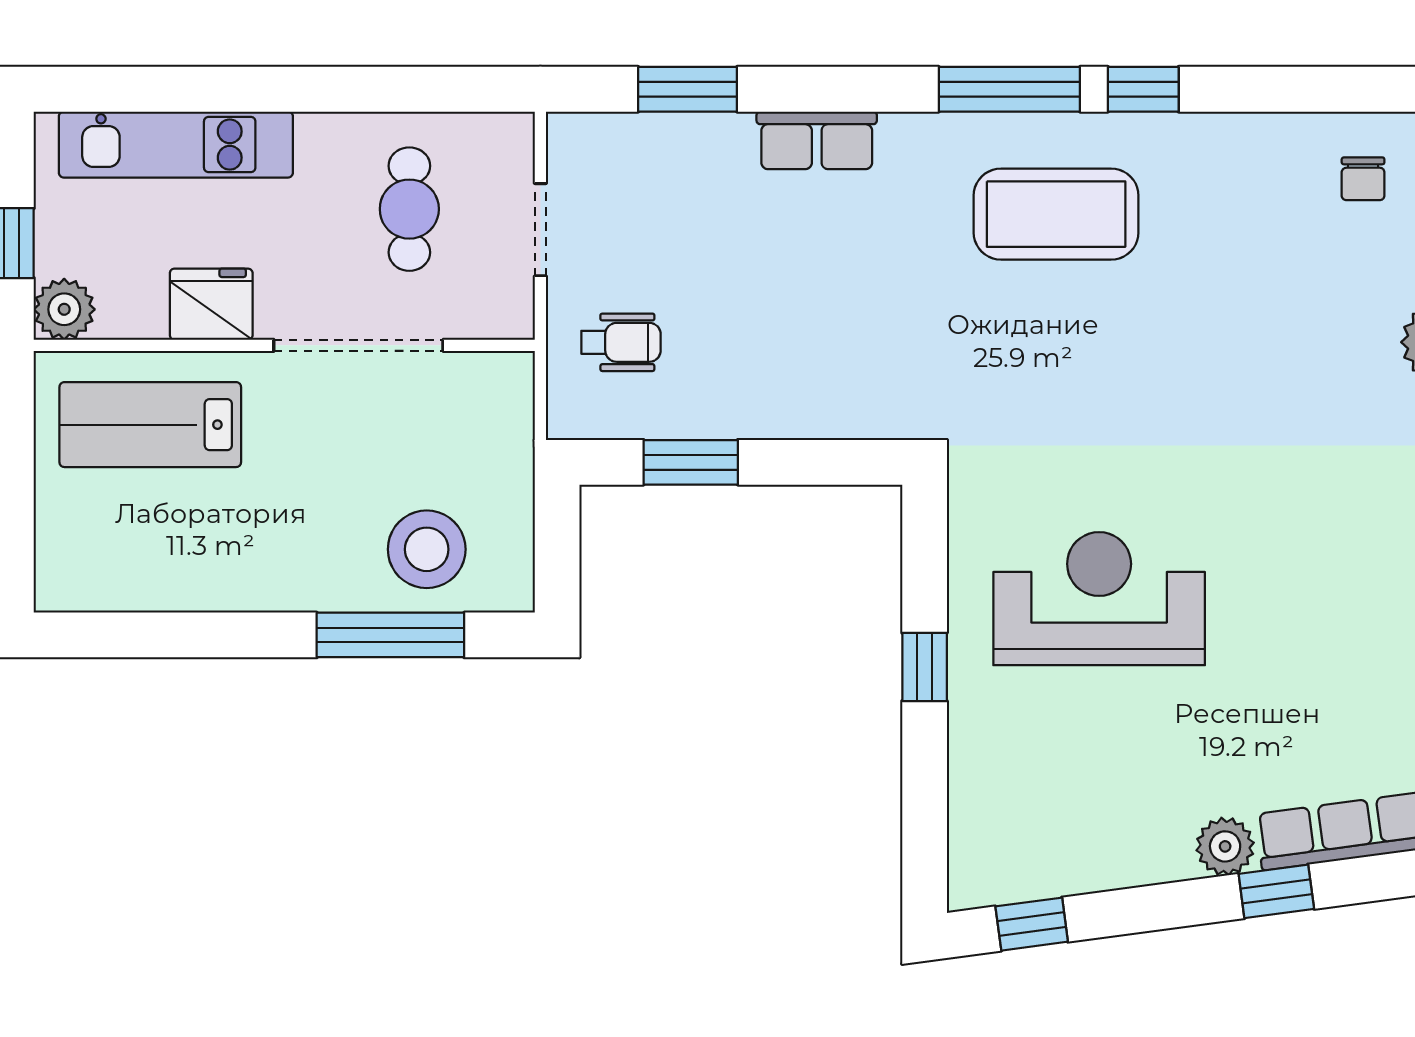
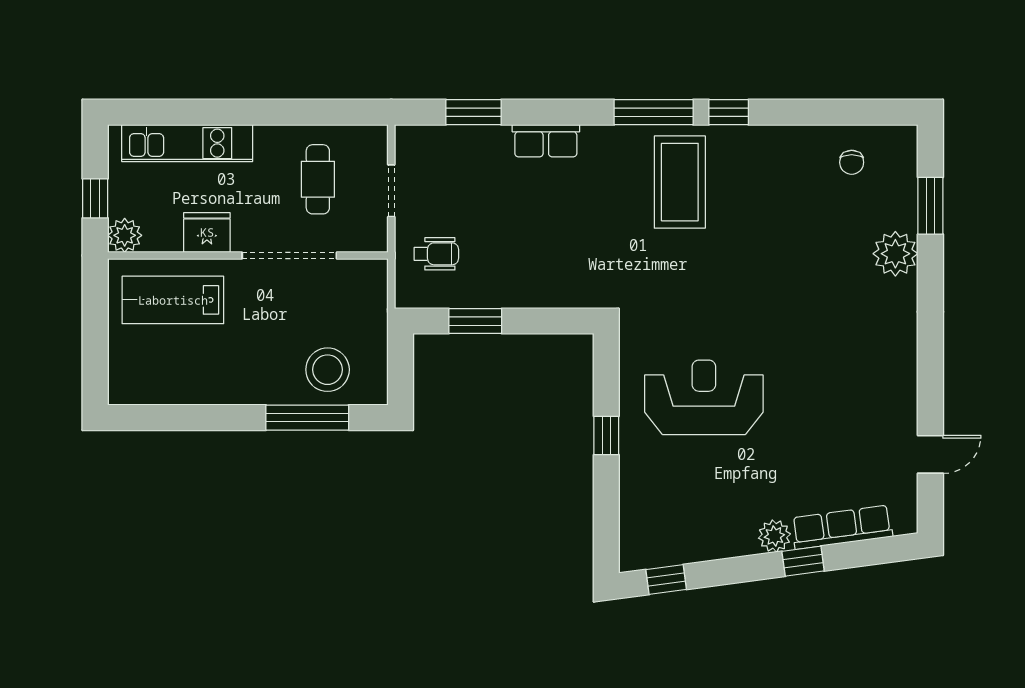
coffee table: (1056, 214) -> (680, 182), turned 90

